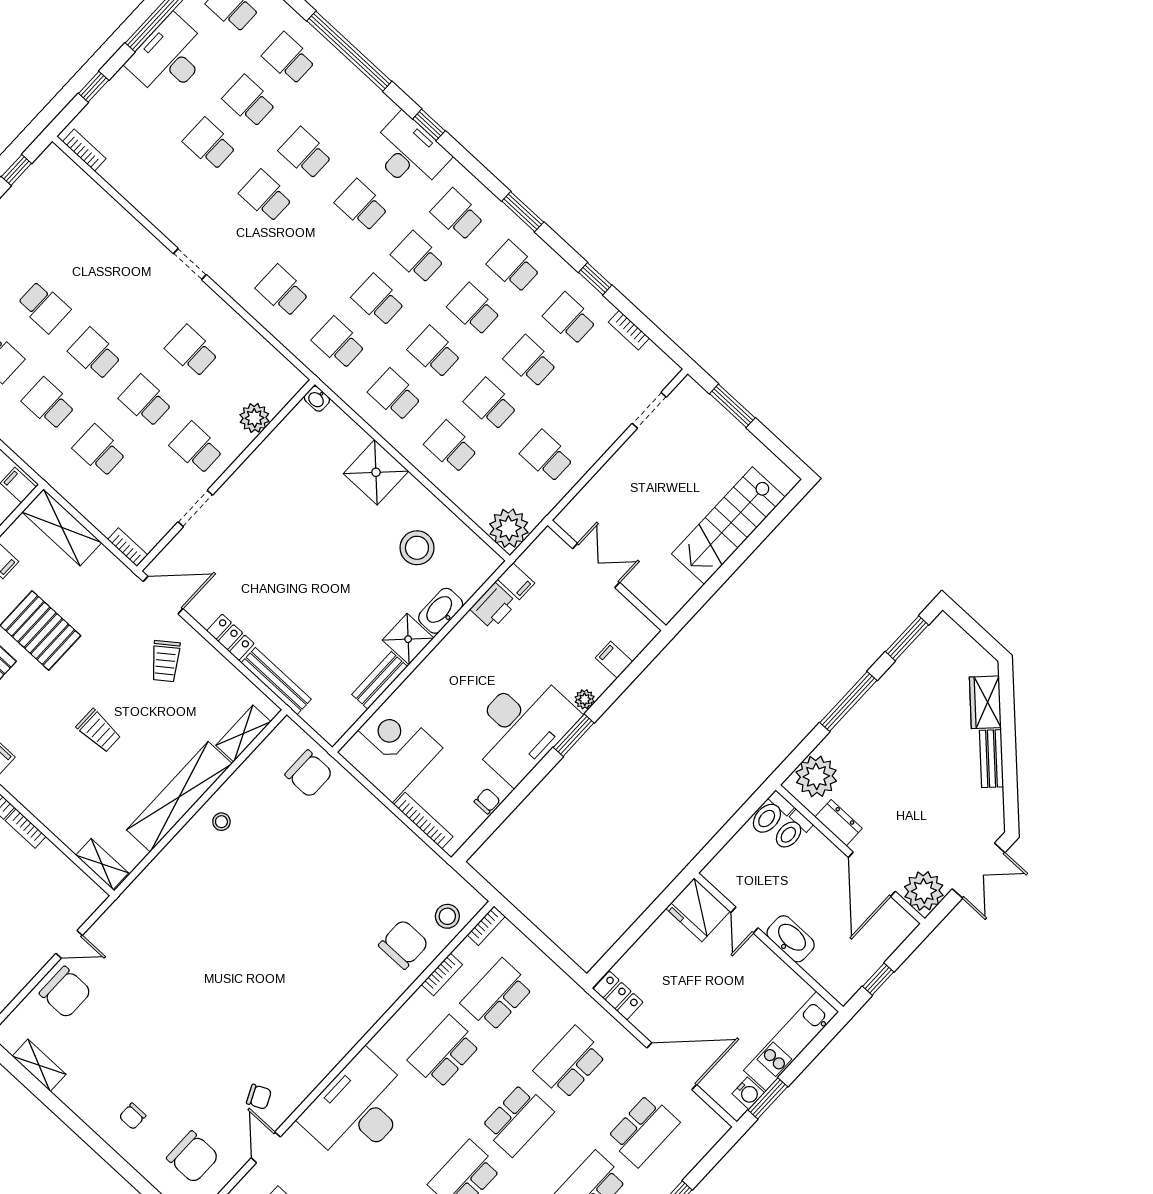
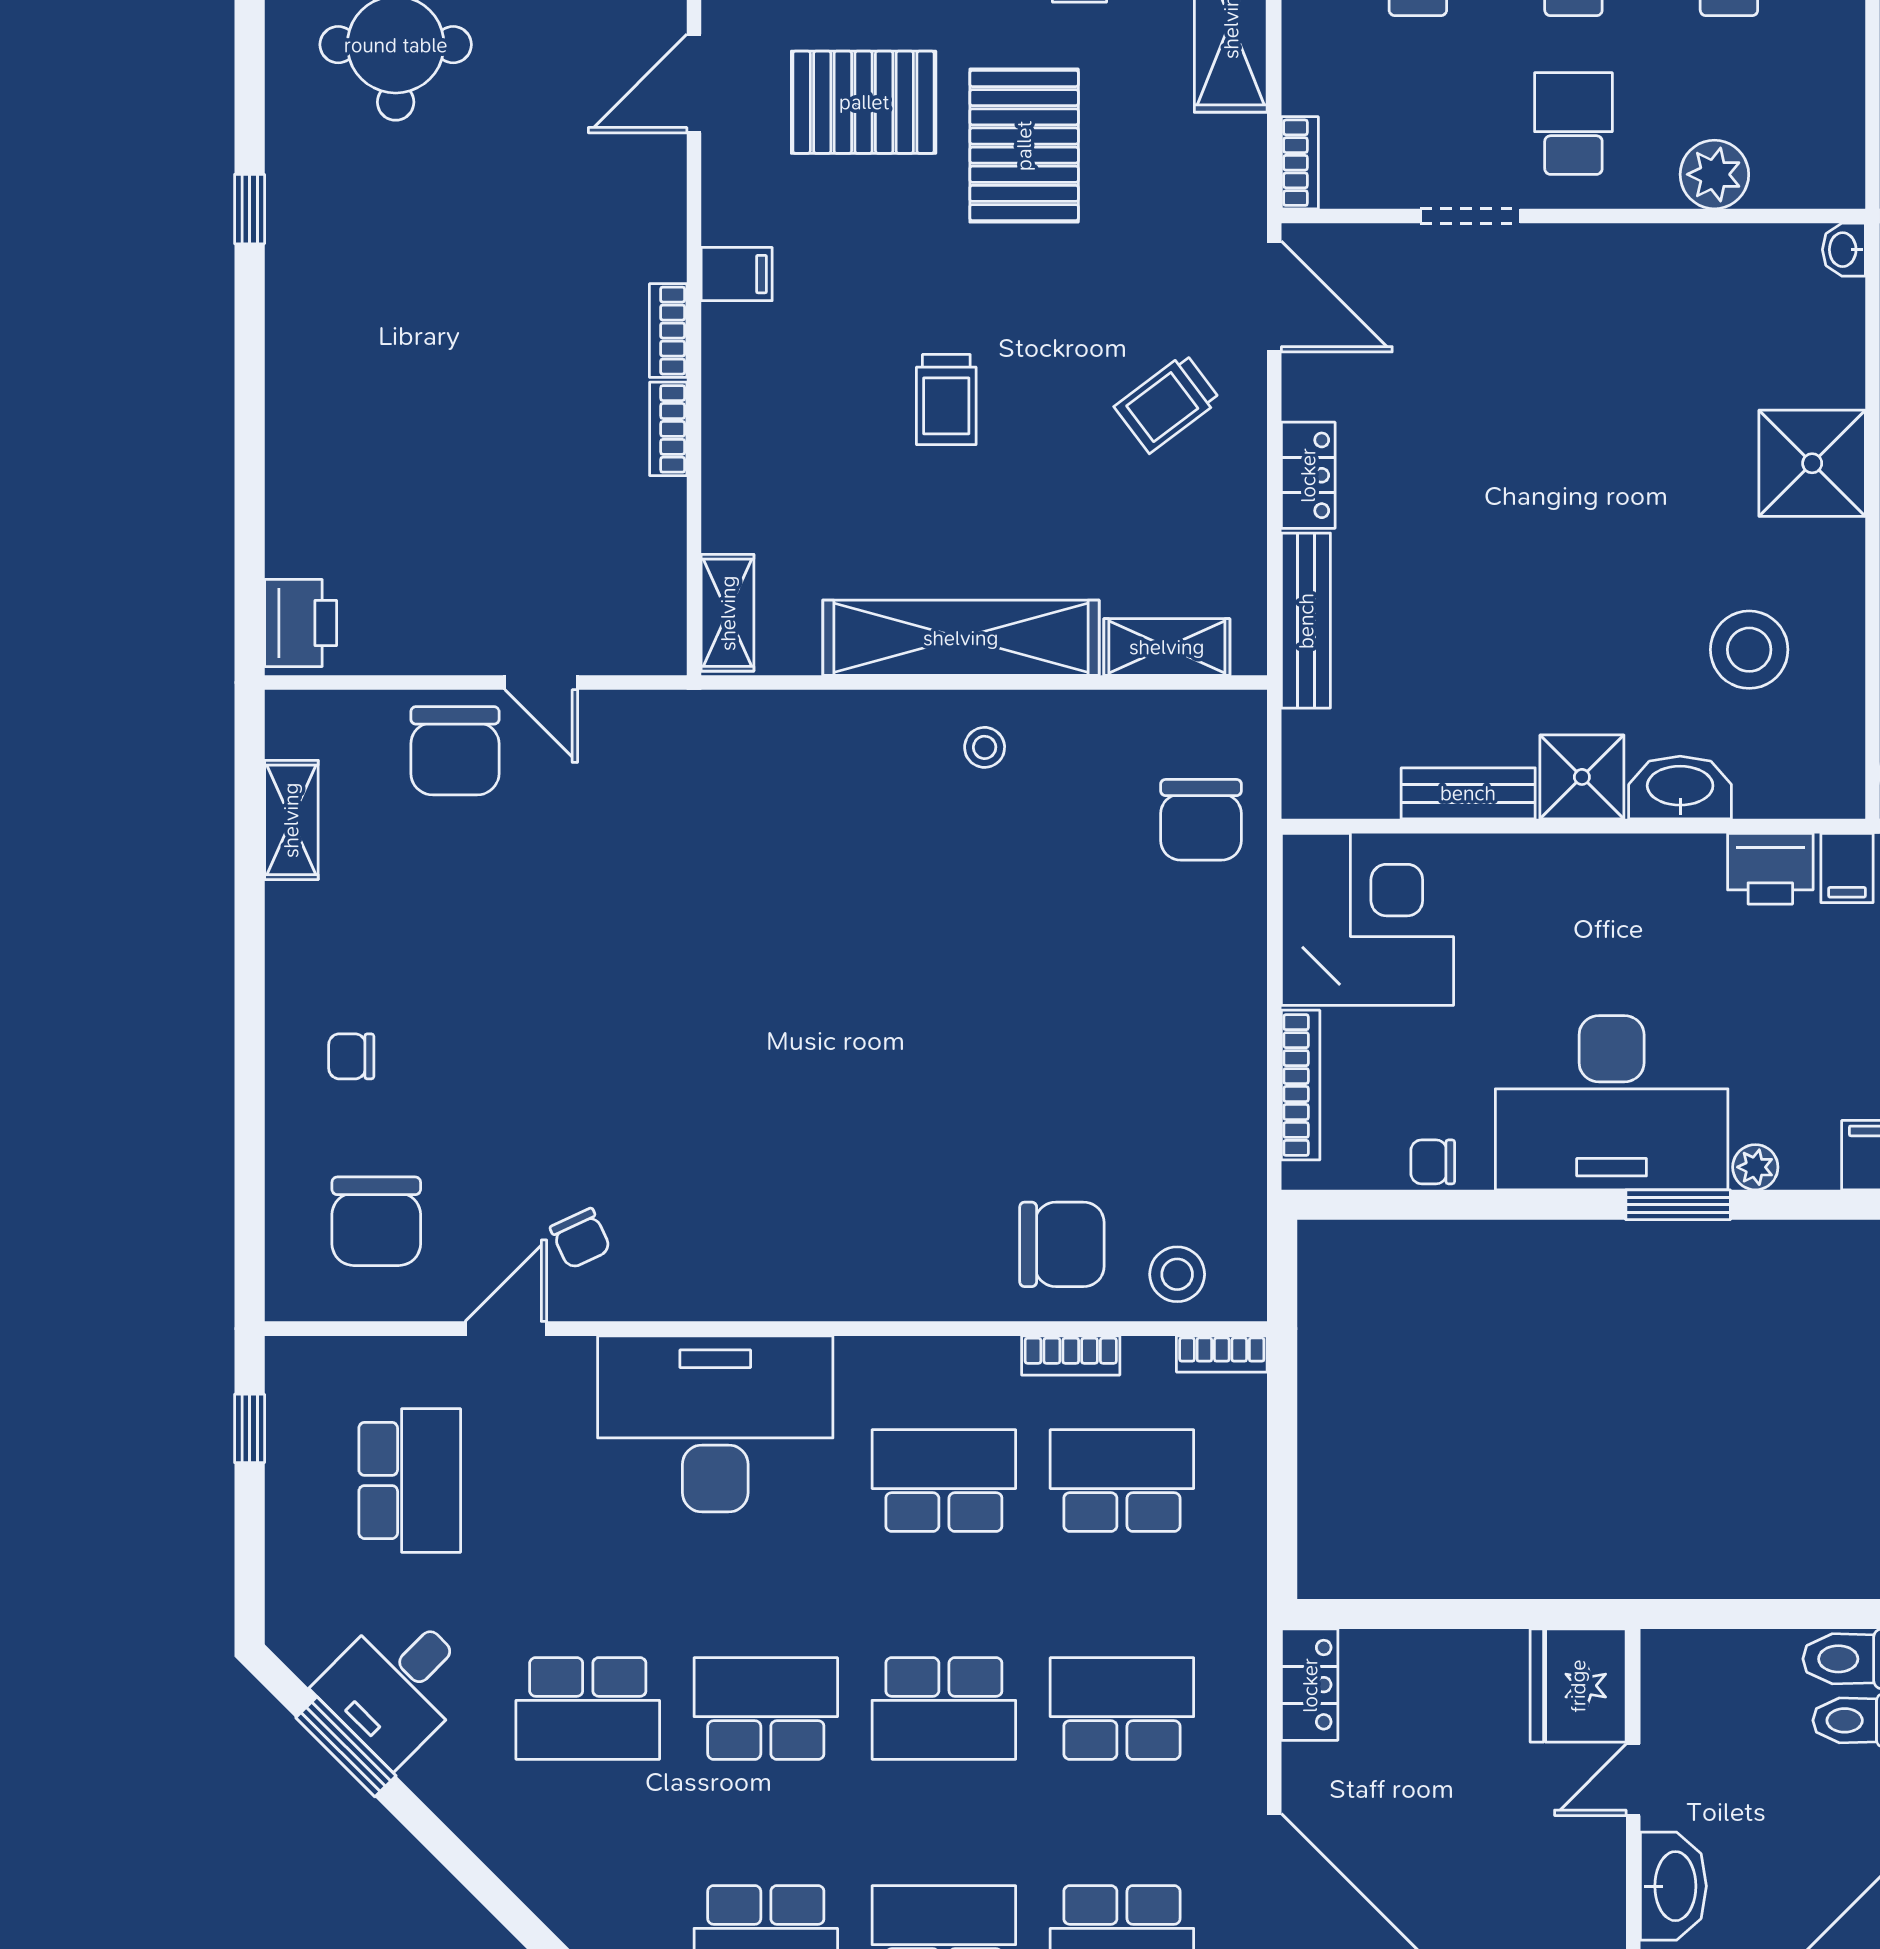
chair: (487, 801) -> (1433, 1162), turned 180

